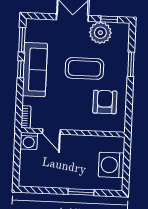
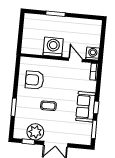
coffee table: (84, 68) -> (48, 106), width x0.54, depth x0.58
sofa: (35, 70) -> (86, 107), width x0.73
armchair: (105, 102) -> (34, 80), turned 90
washing machine: (111, 165) -> (53, 47), moved, turned -90

